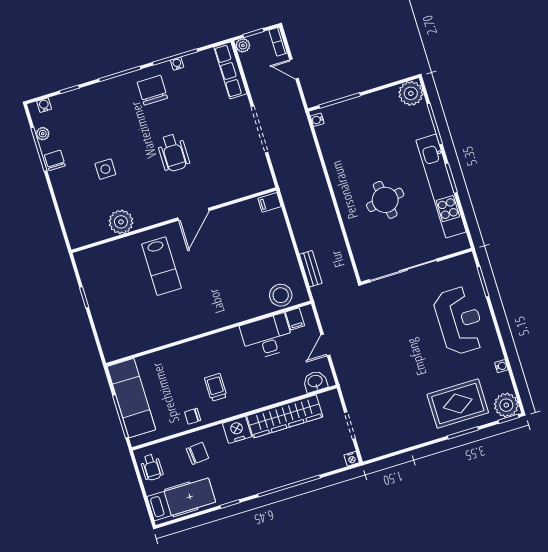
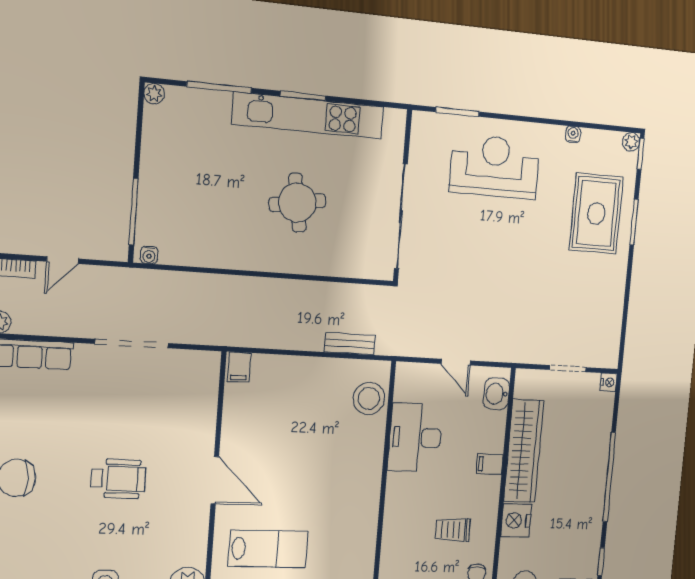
plant: (411, 93) -> (154, 94), width x0.53, depth x0.53
filing cabinet: (295, 319) -> (490, 464), moved, turned 180
plant: (506, 405) -> (631, 142), width x0.53, depth x0.53

